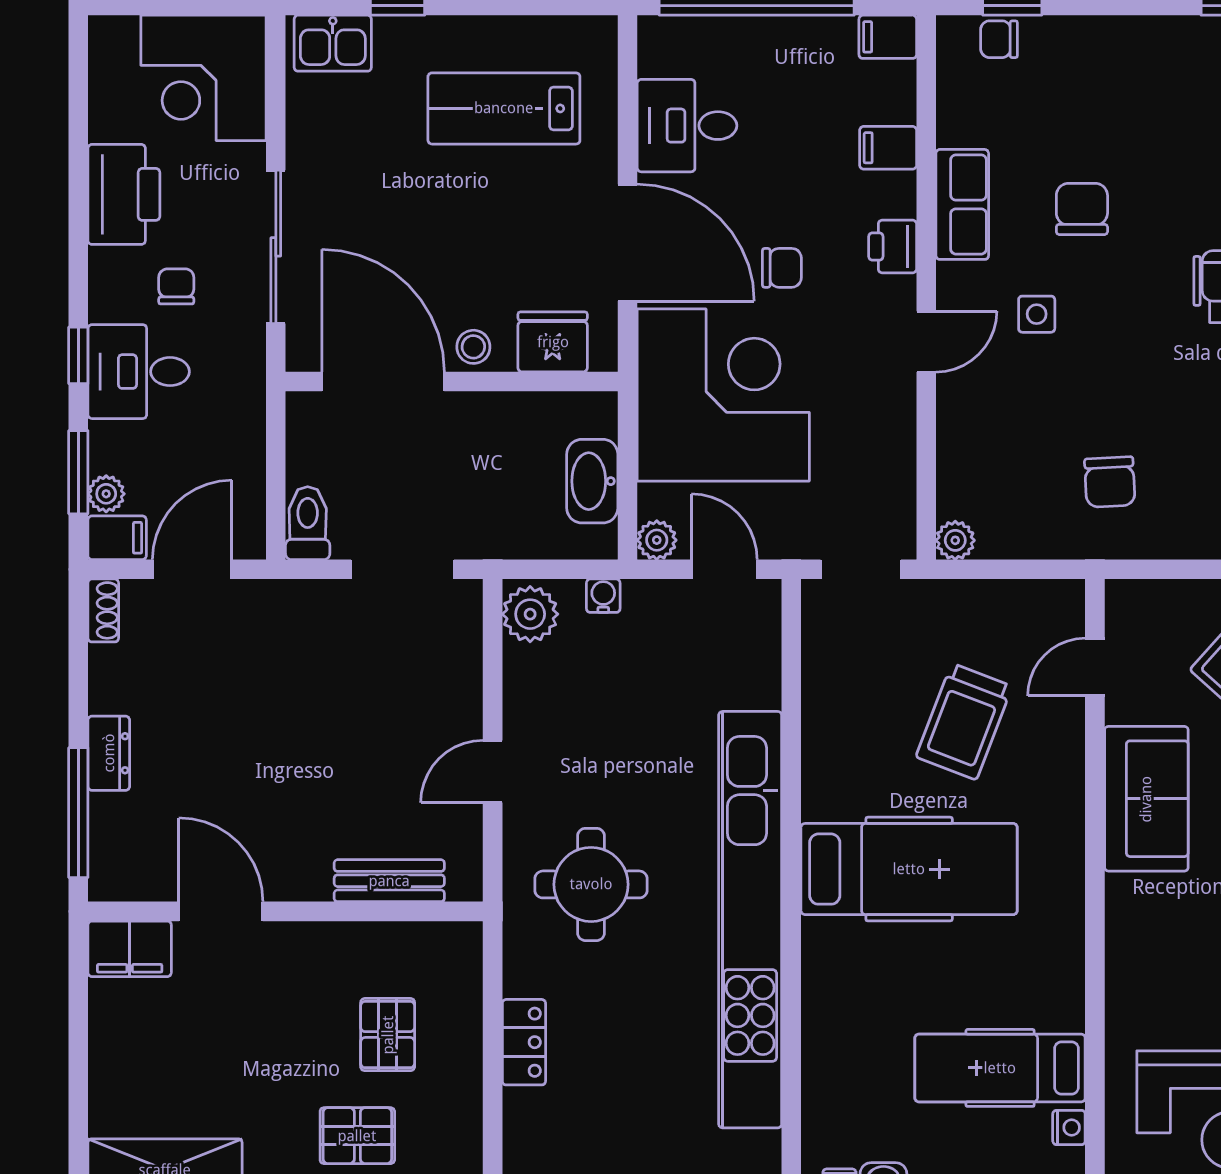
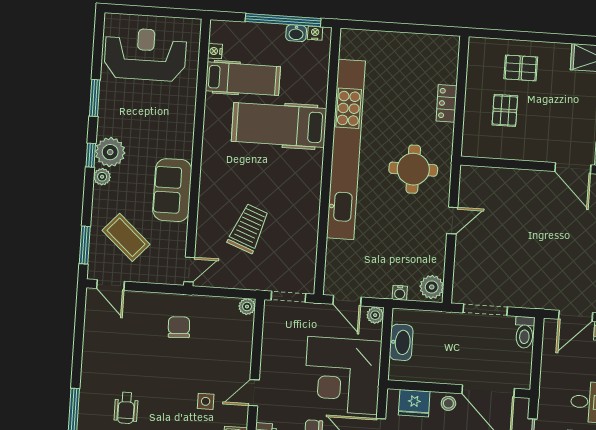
door: (1095, 667) -> (189, 269), moved
hospital bed: (909, 869) -> (279, 125), moved
bench: (389, 881) -> (500, 176), removed

